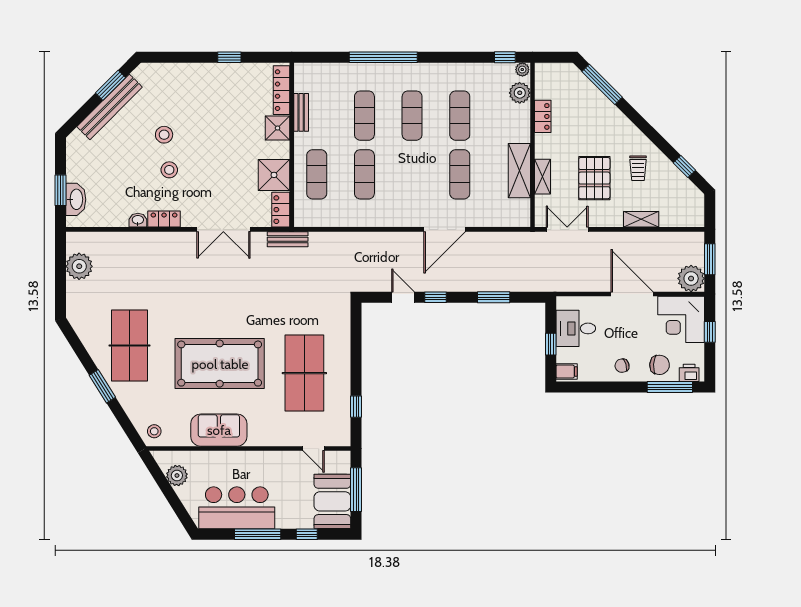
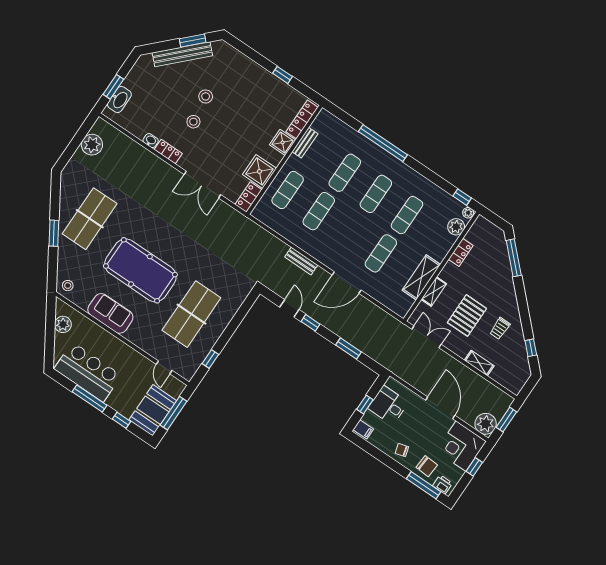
bench: (288, 239) -> (301, 261), moved

